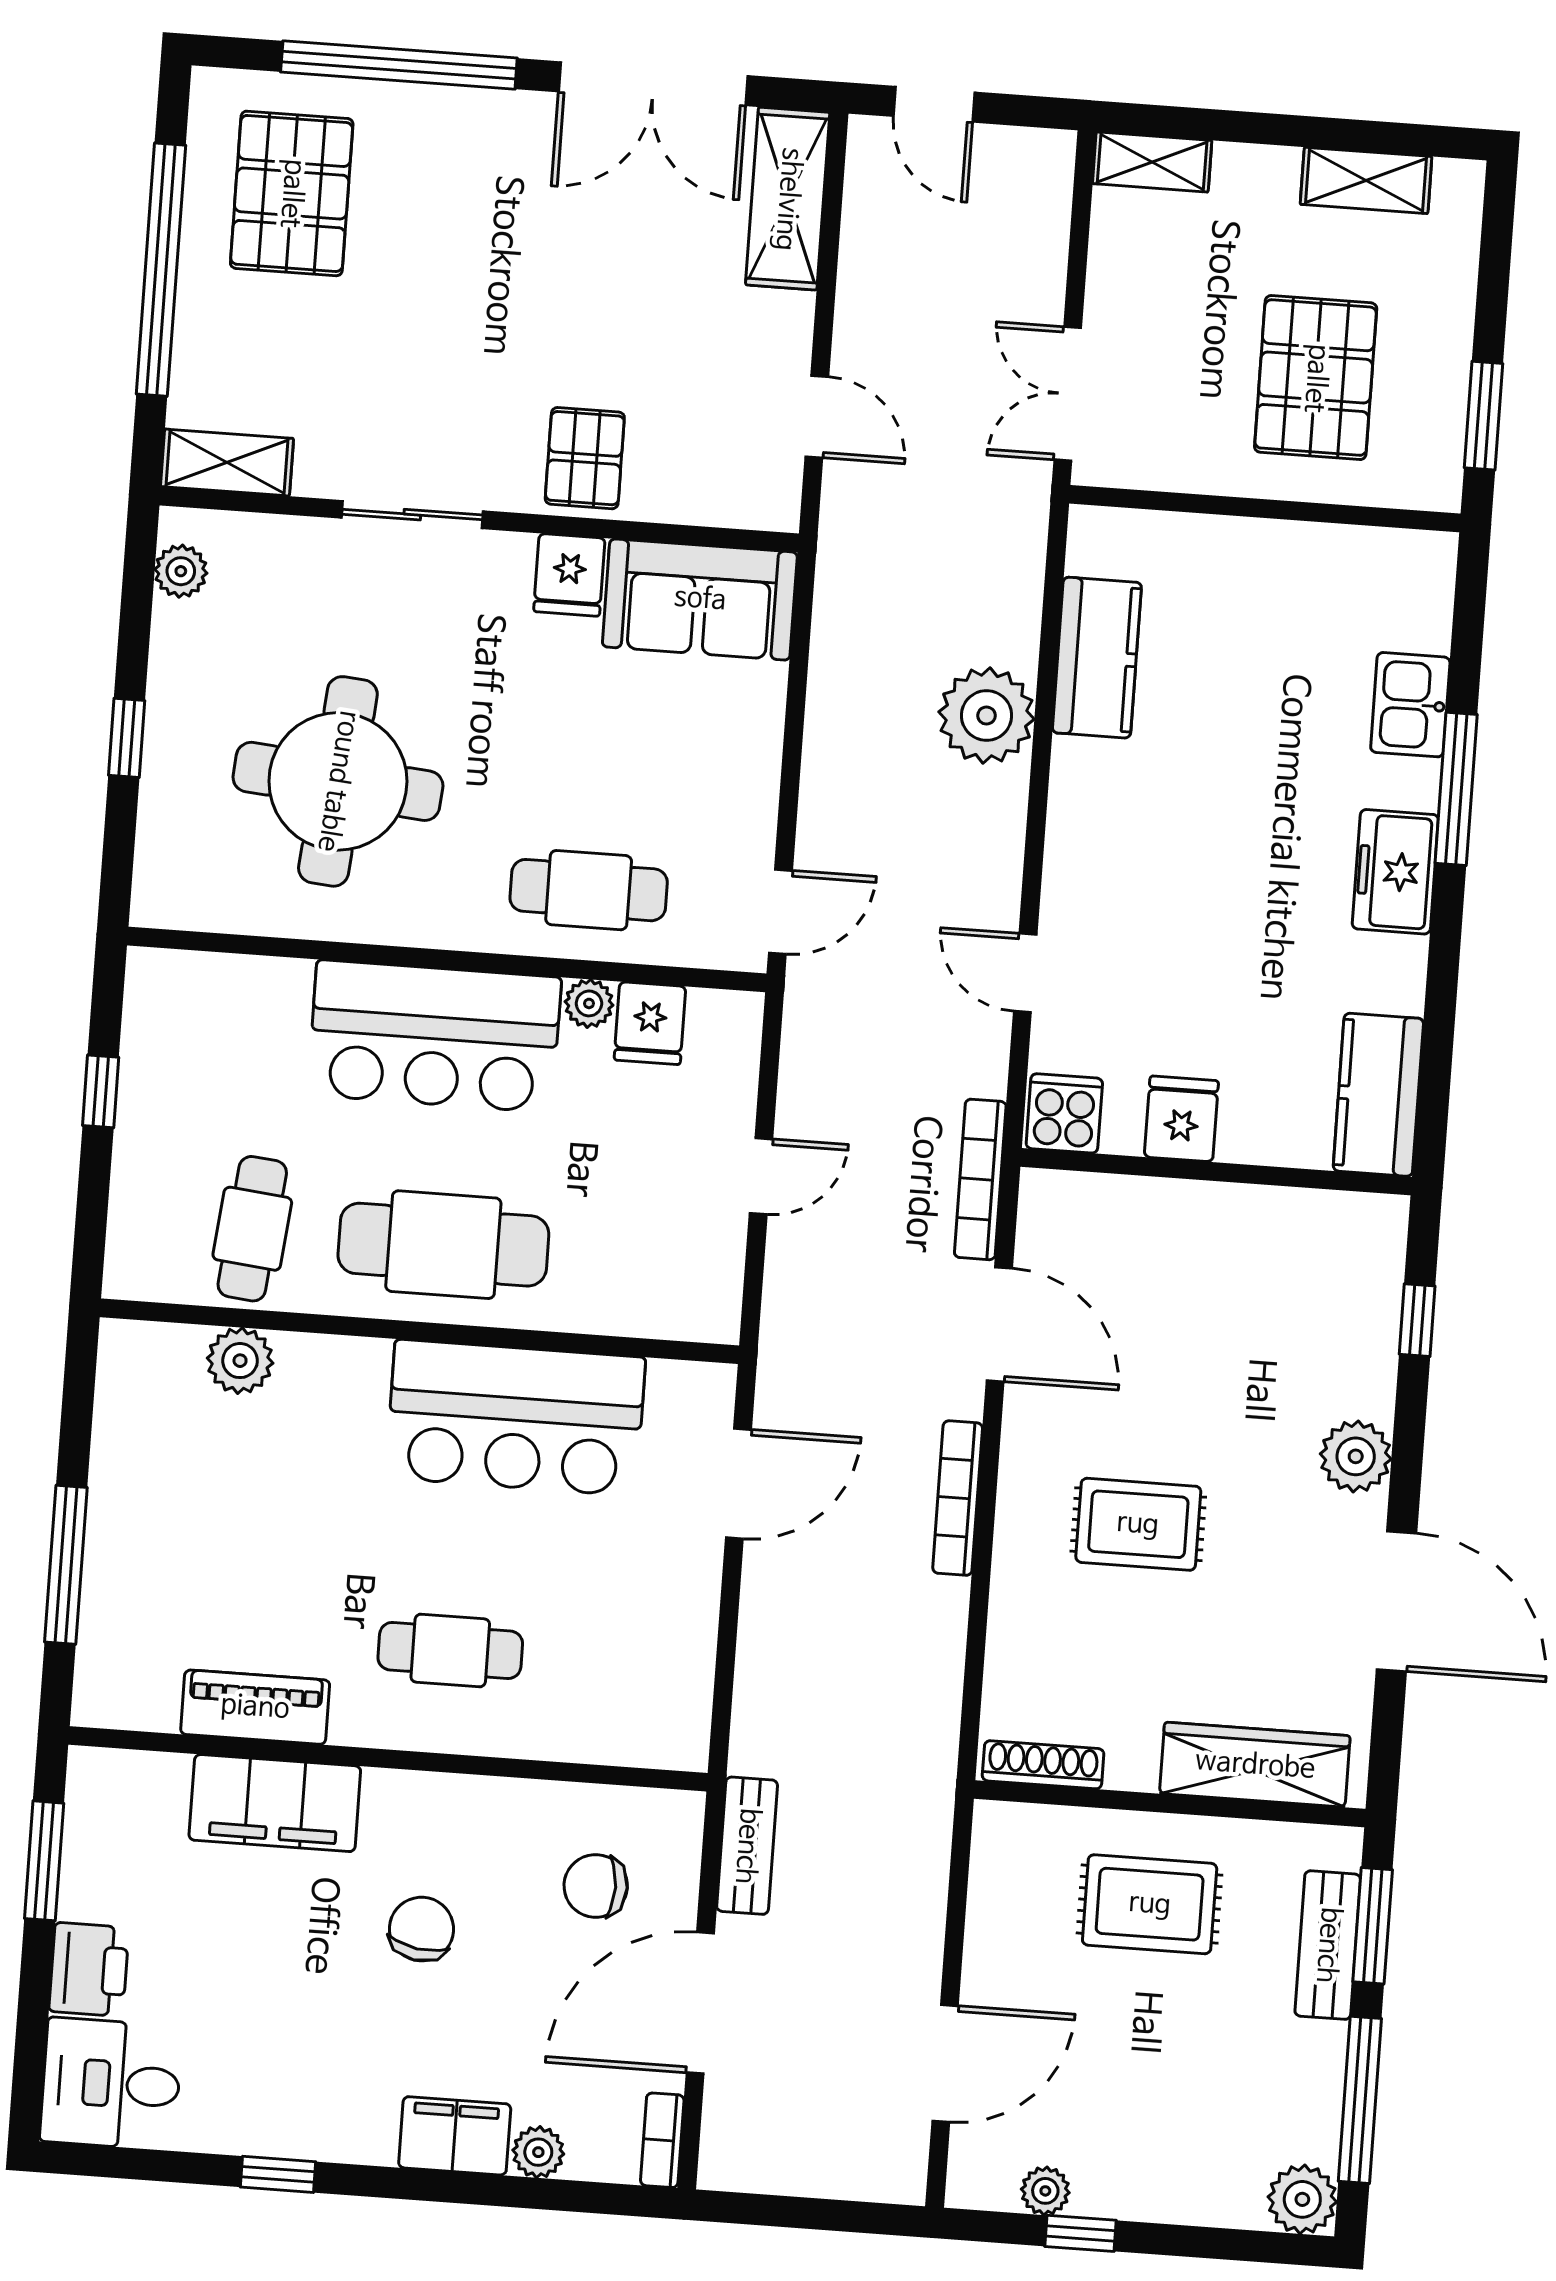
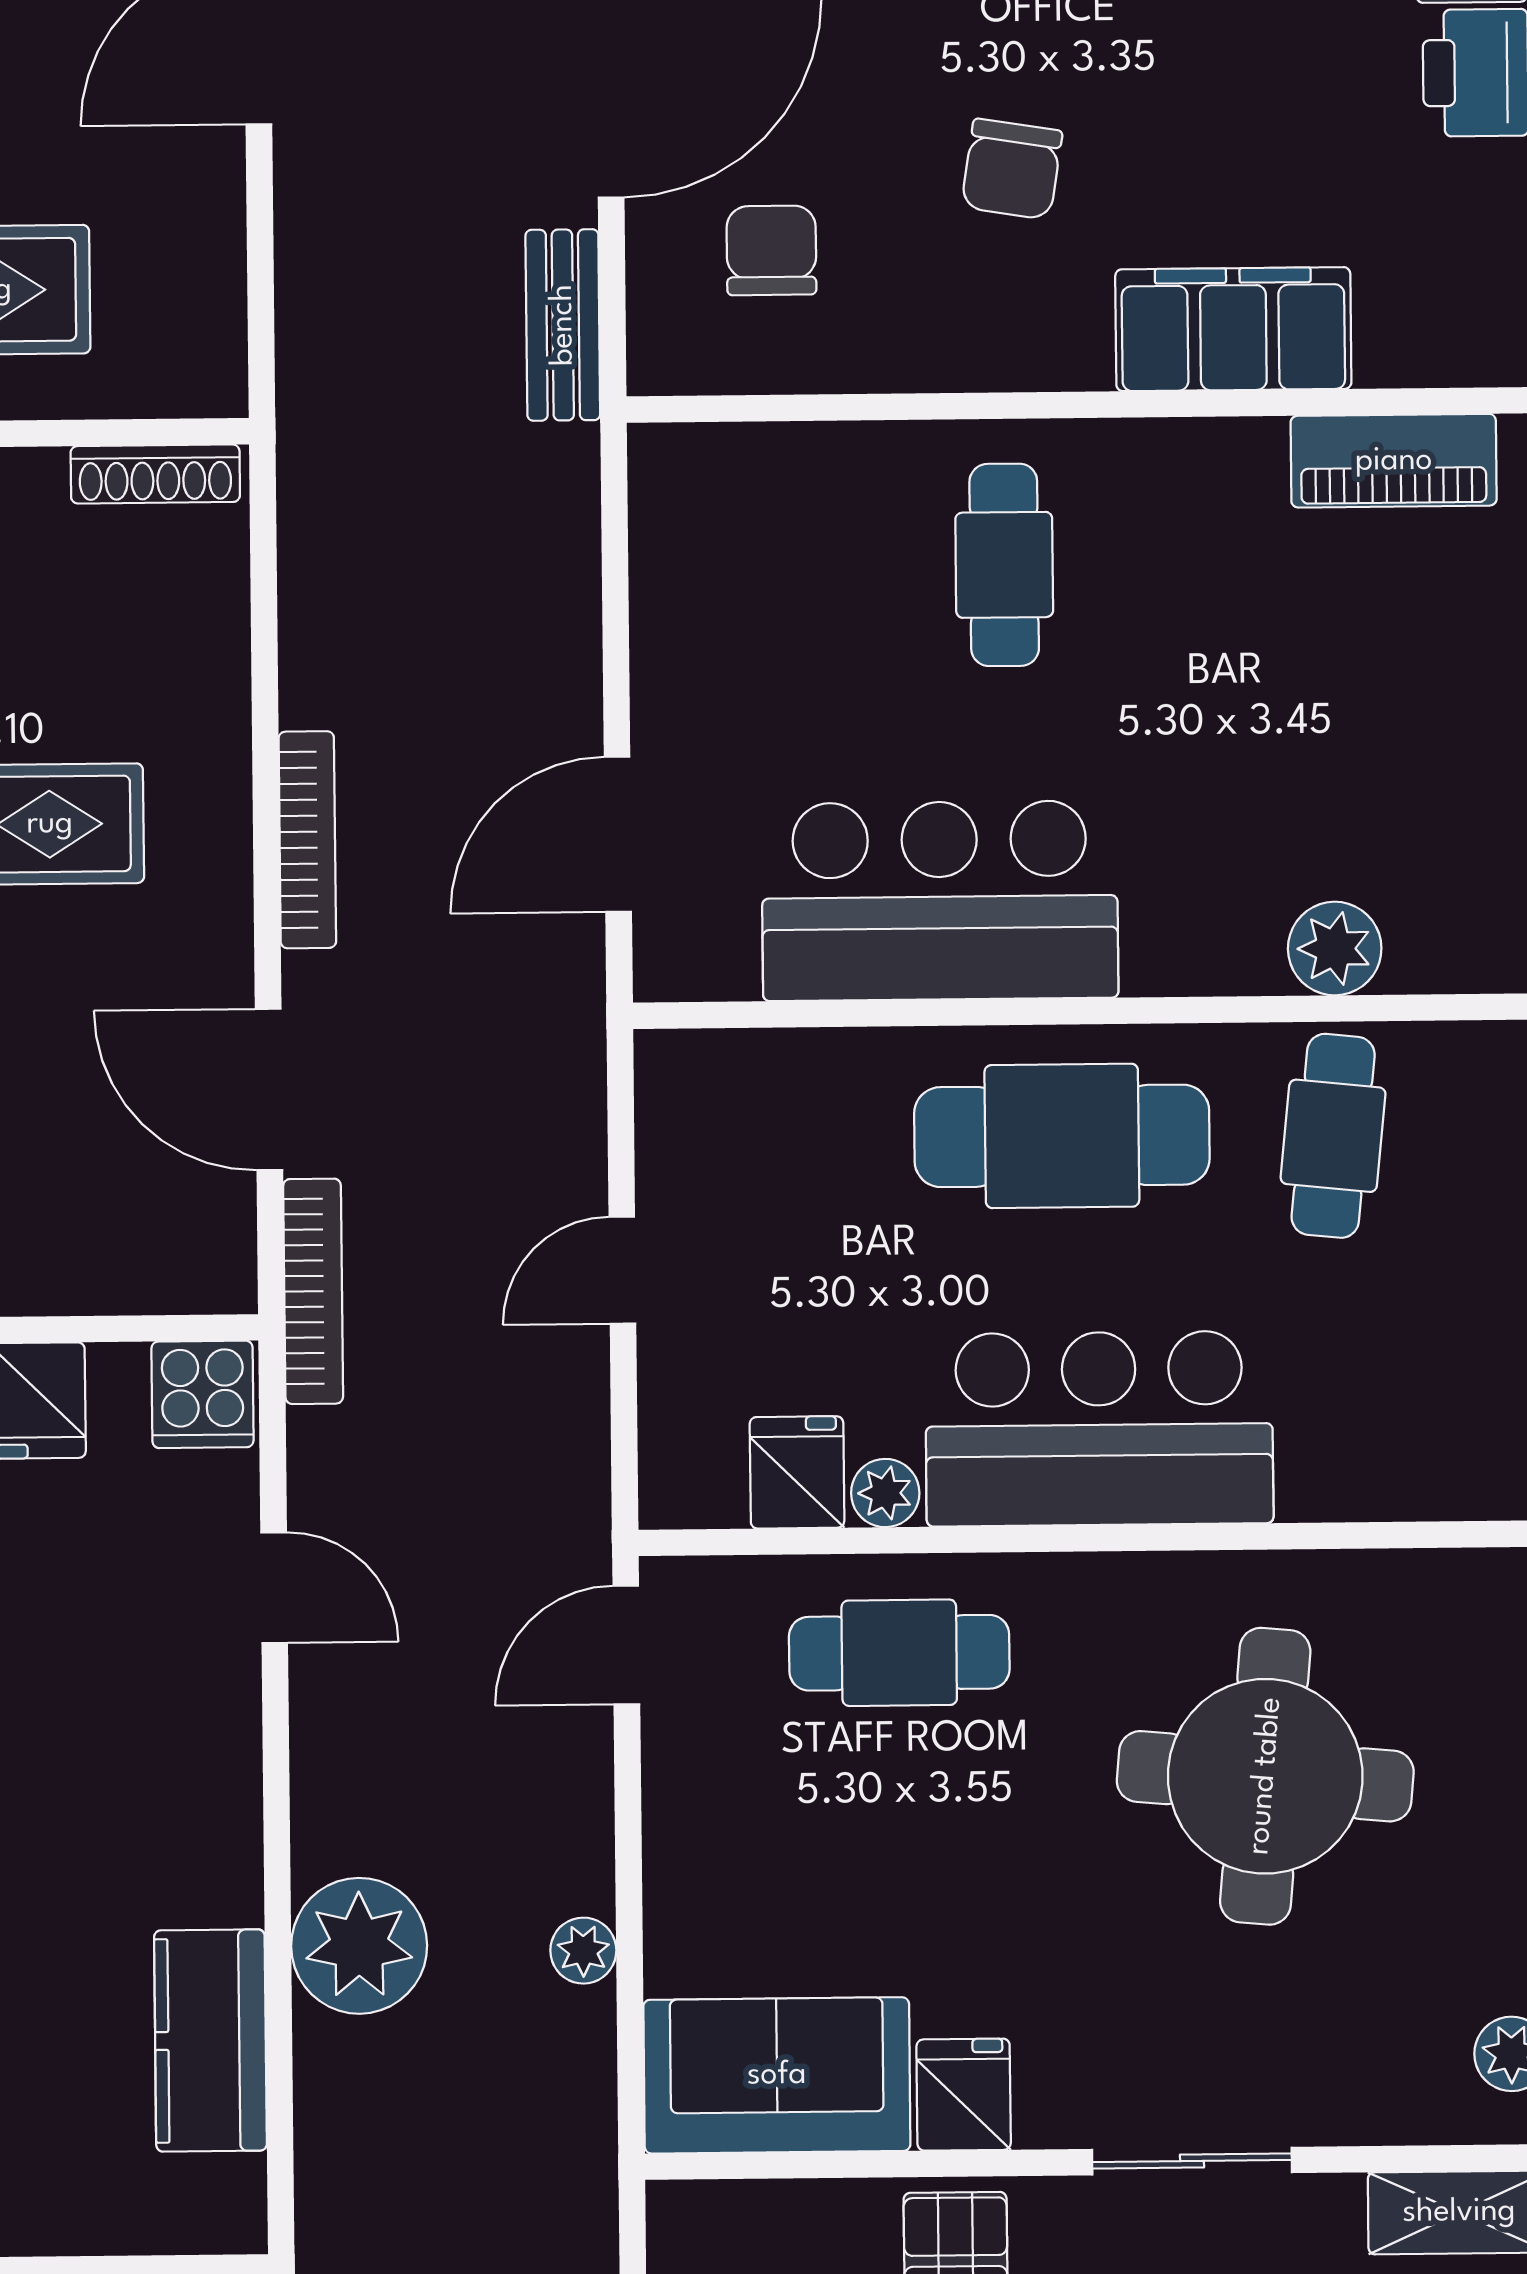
plant: (829, 699) -> (583, 1951), added
cafe table: (450, 1650) -> (1004, 565), turned 90
piano: (255, 1707) -> (1394, 461), moved
chair: (596, 1886) -> (771, 250), turned -90

